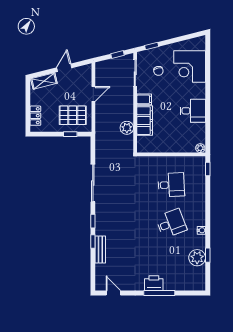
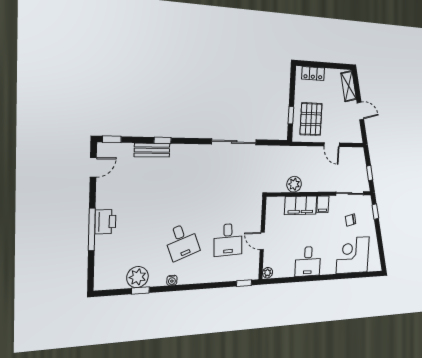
door: (173, 154) -> (262, 241), added
window: (93, 221) -> (112, 139), moved

